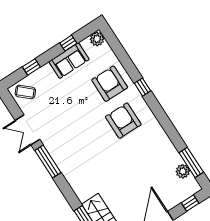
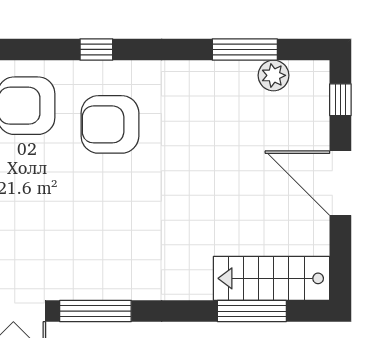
window: (142, 87) -> (96, 49), moved
window: (191, 162) -> (245, 49), moved

